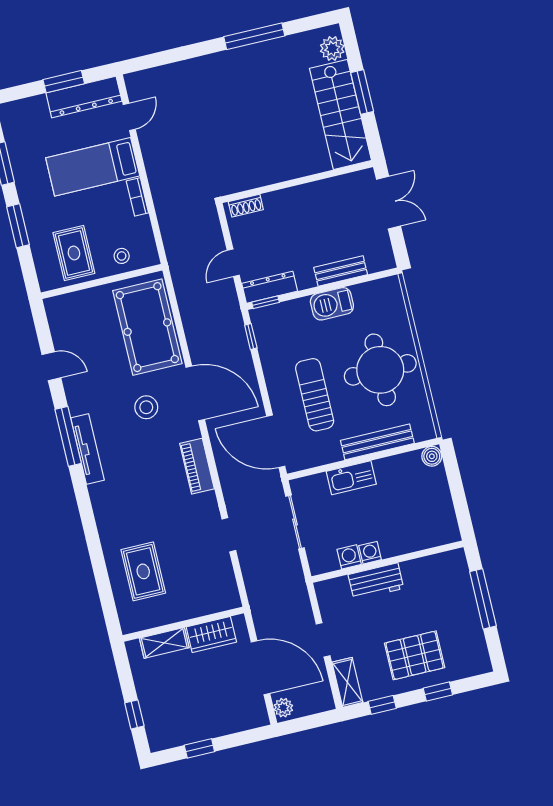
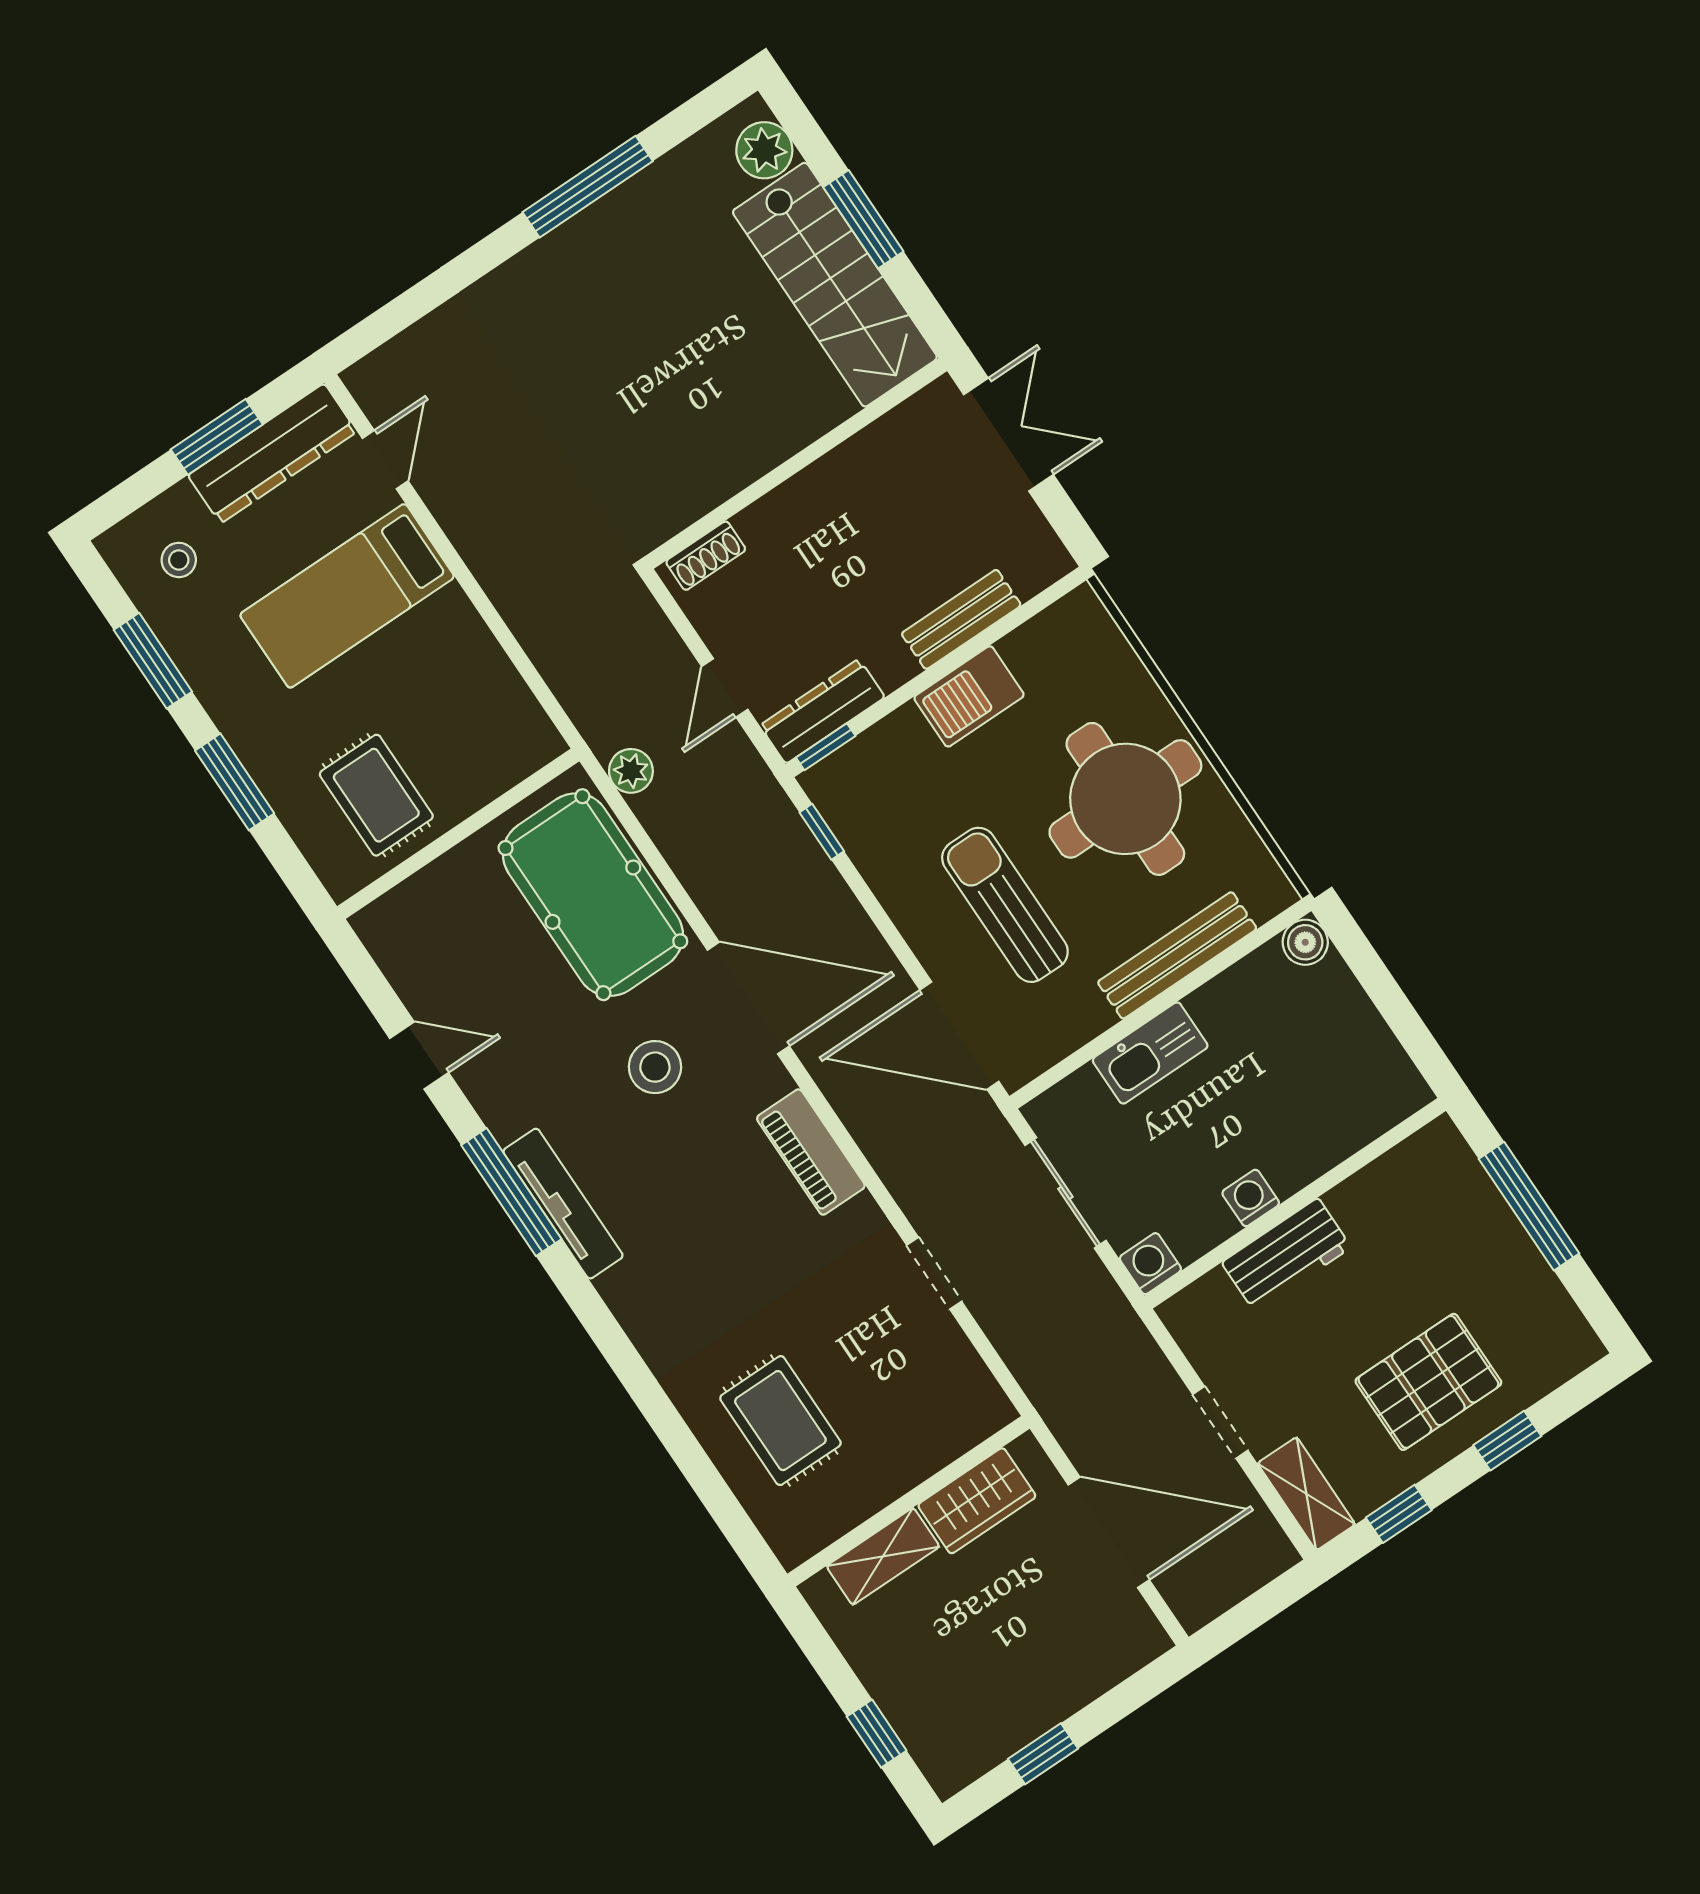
bookcase: (137, 197) -> (467, 624), removed
stool: (122, 256) -> (179, 560), moved
washing machine: (349, 557) -> (1150, 1264), moved
plant: (283, 708) -> (631, 771), moved

